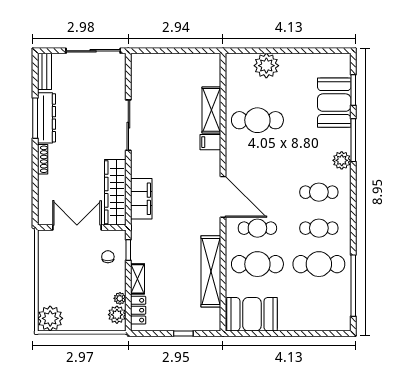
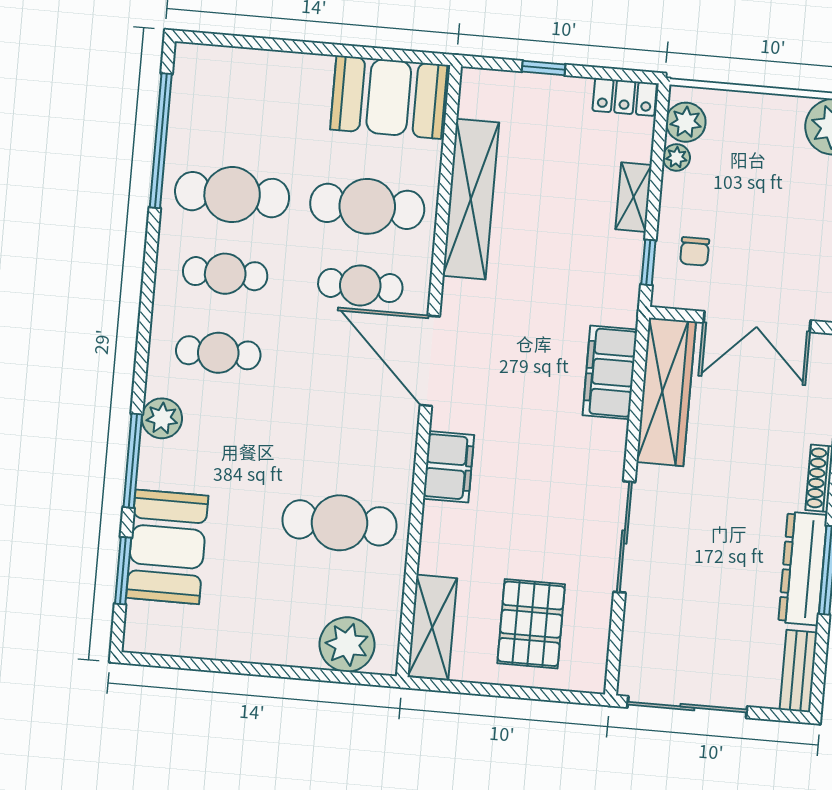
plant: (266, 66) -> (347, 644), moved
pallet: (167, 82) -> (531, 624), added
shelving: (211, 110) -> (432, 627), moved
filing cabinet: (210, 142) -> (449, 467), width x2.00
locker: (138, 310) -> (625, 97), moved, turned -90

